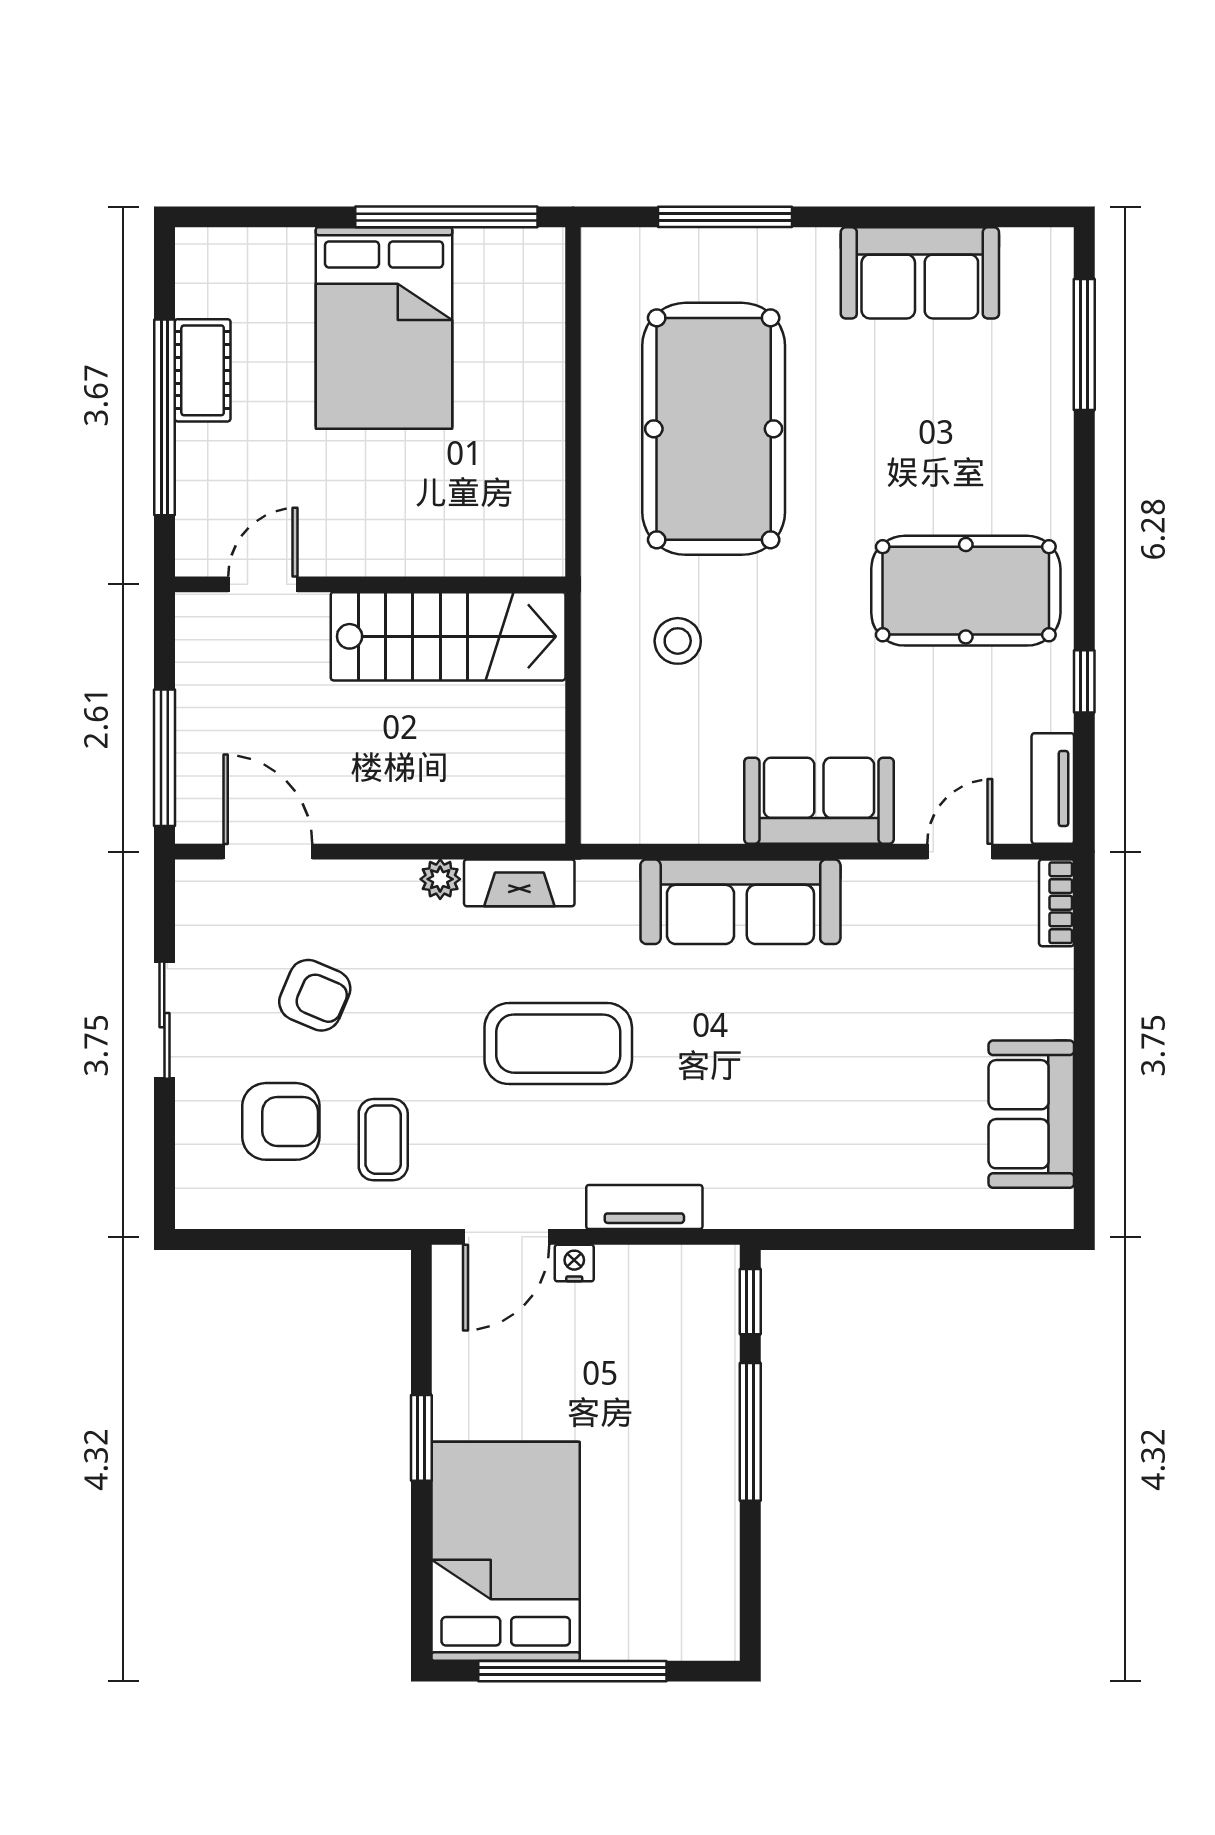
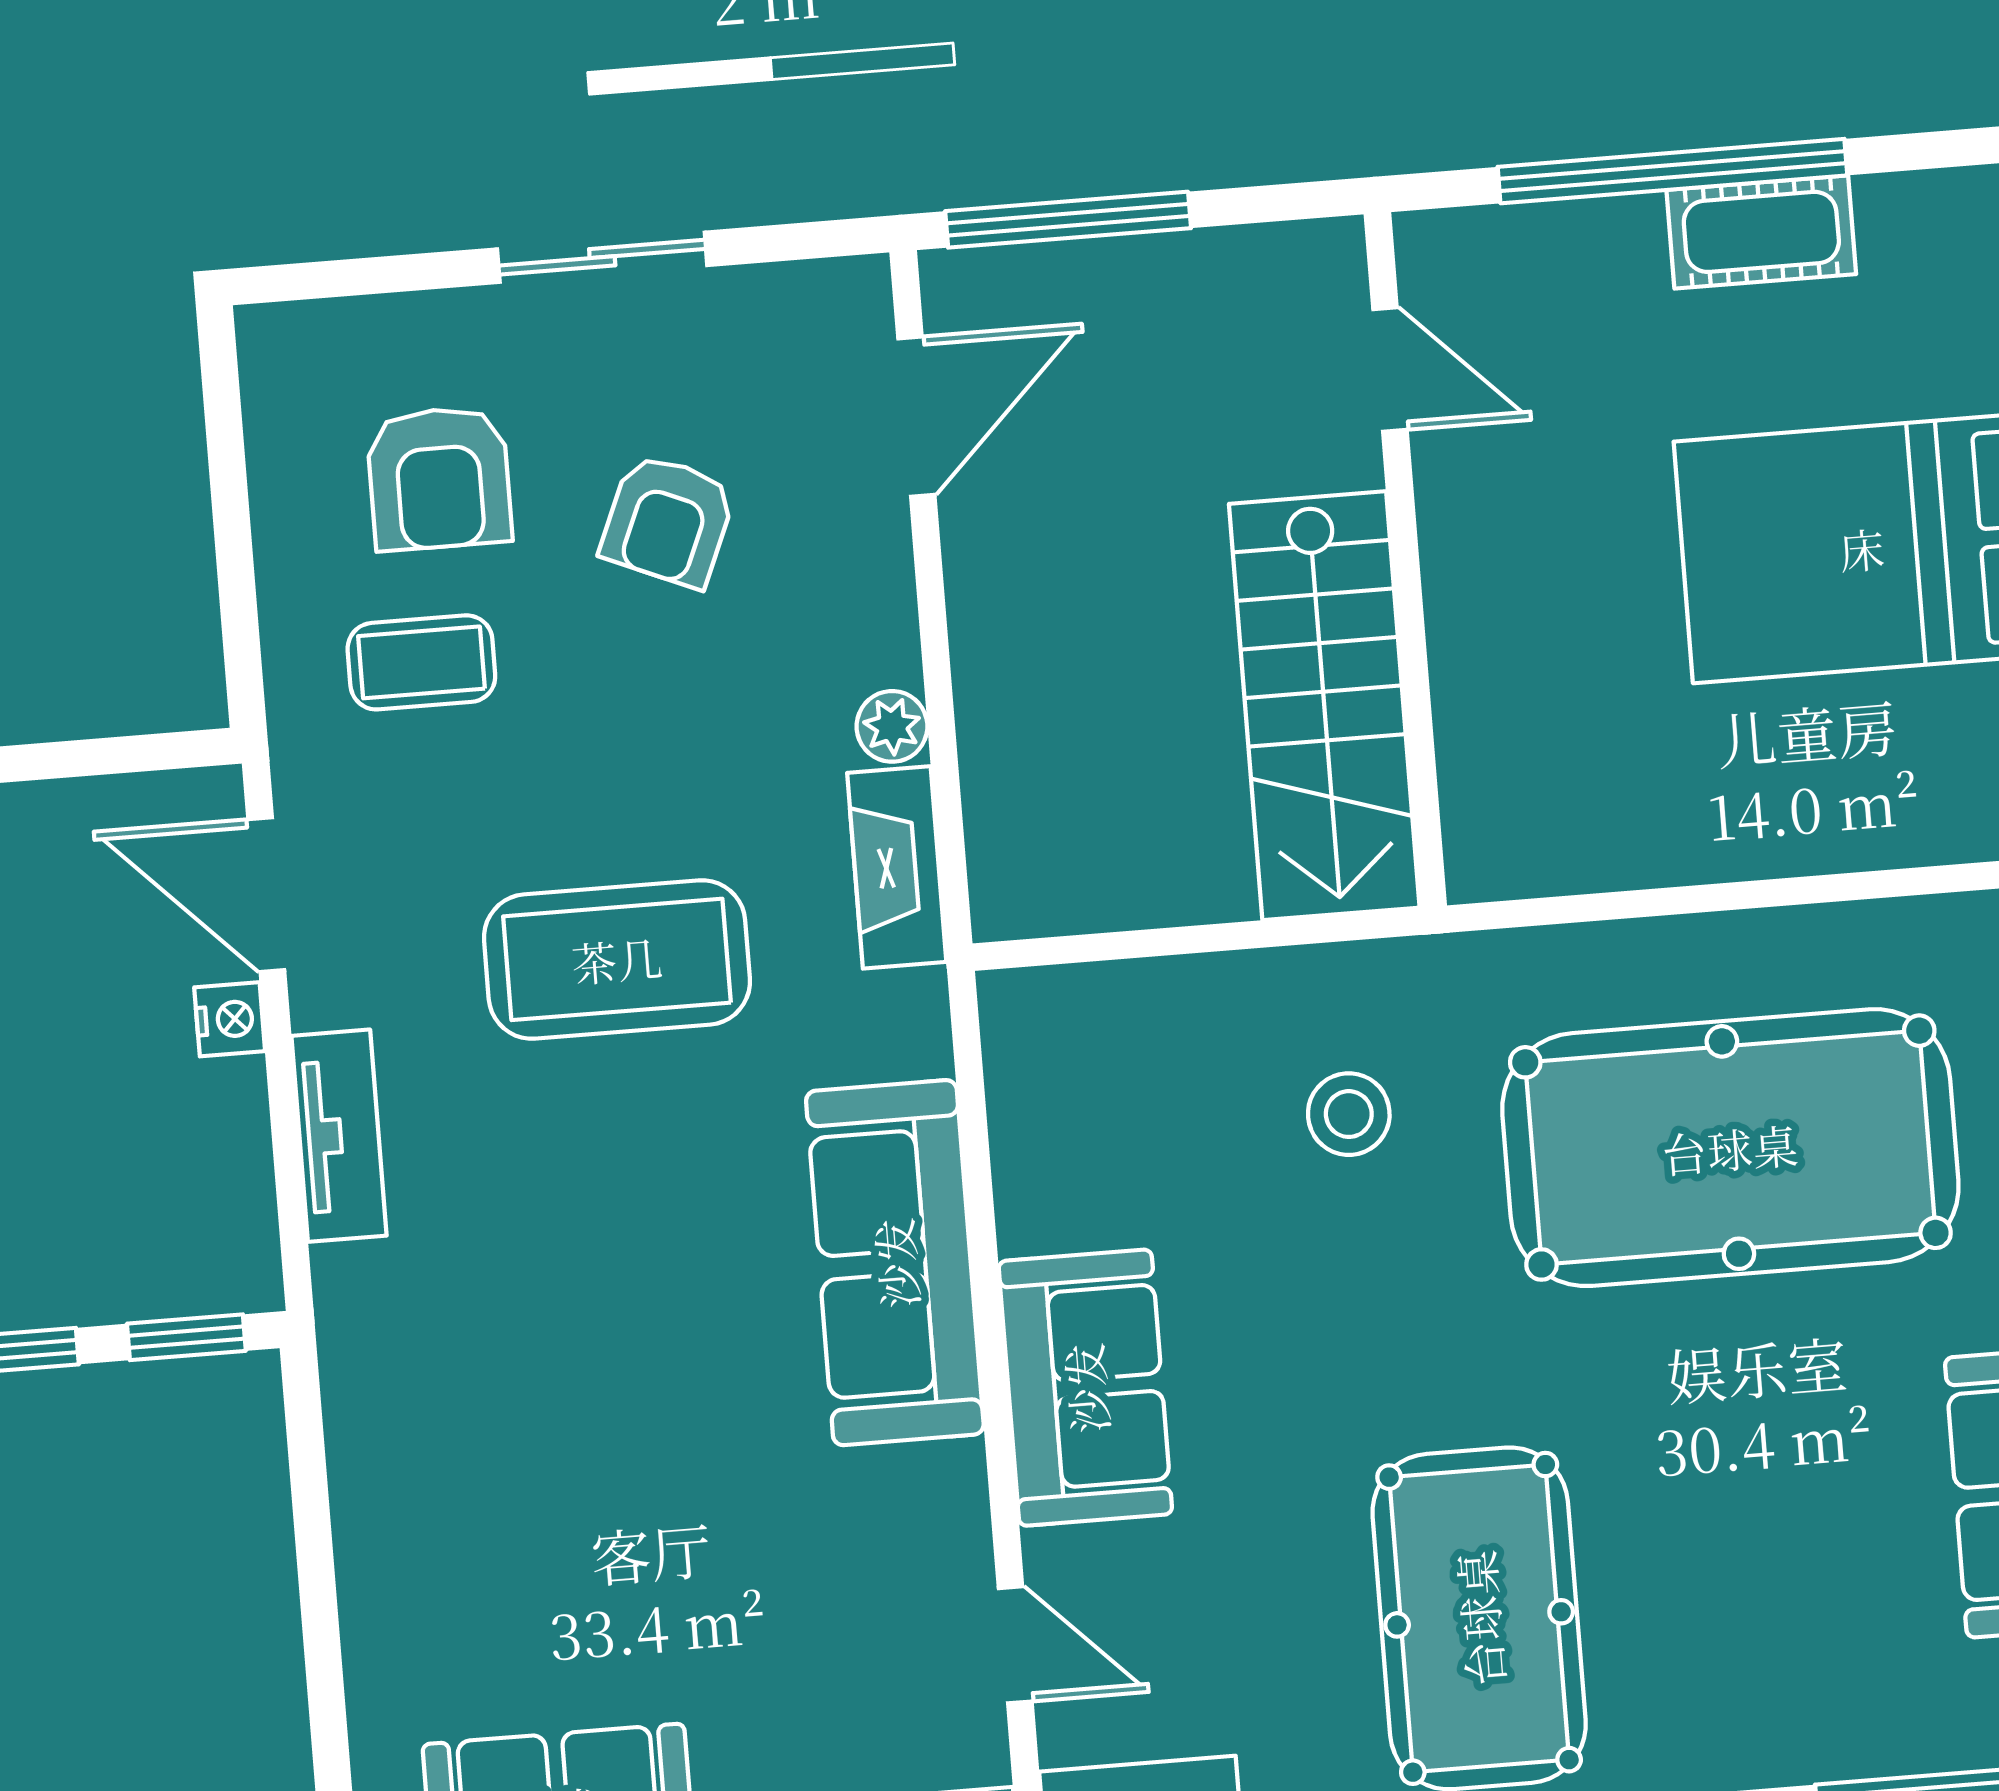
coffee table: (558, 1044) -> (617, 959), turned 90

